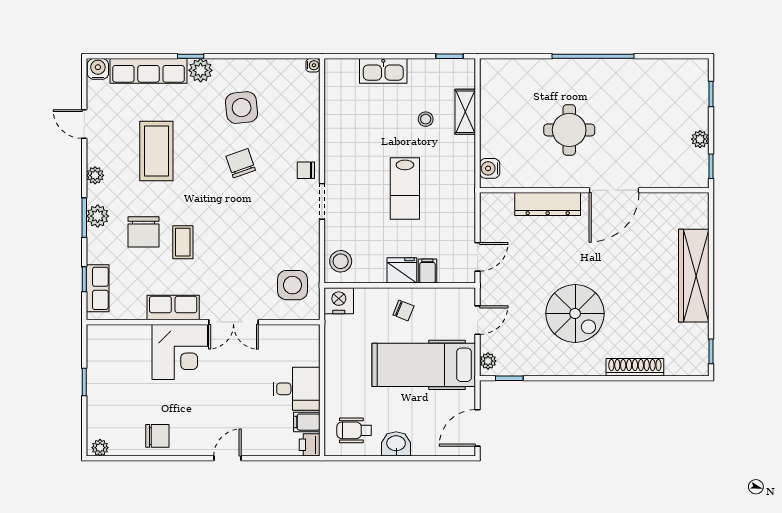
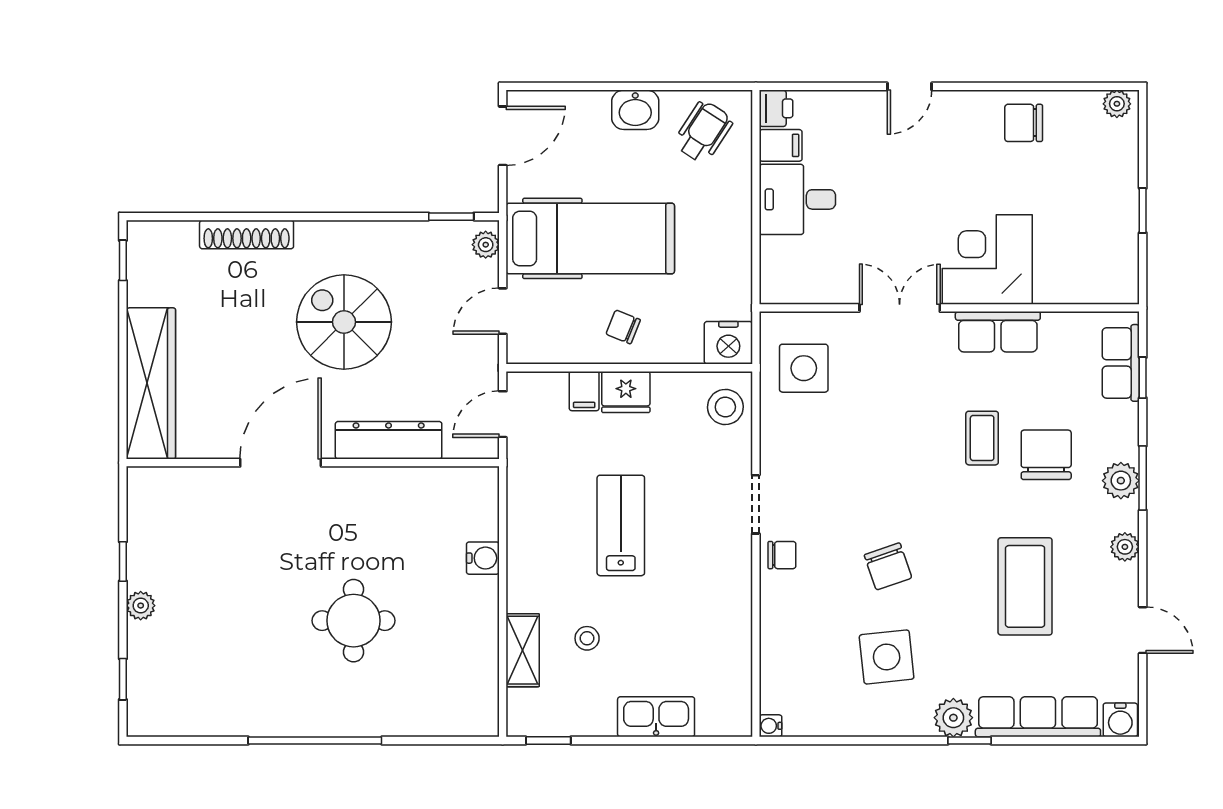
wall: (594, 190) -> (313, 463), moved
door: (614, 190) -> (281, 463), moved
dresser: (548, 204) -> (389, 440), moved
wheelchair: (354, 430) -> (703, 132), turned -57

